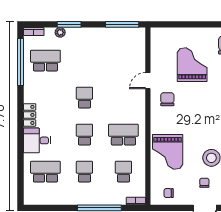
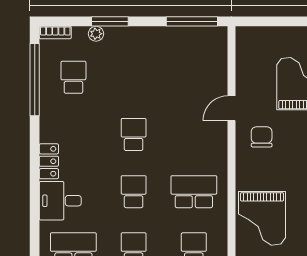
school desk: (45, 61) -> (73, 77), width x0.54

